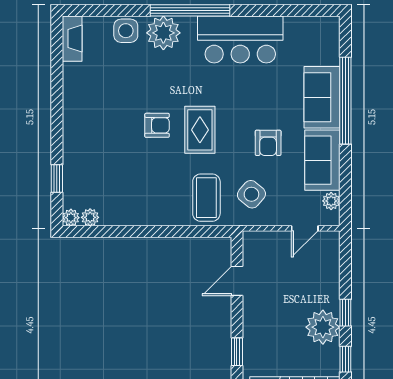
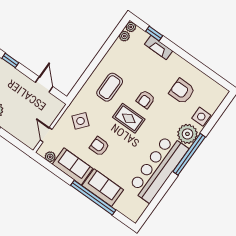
fireplace: (72, 39) -> (159, 48), moved
bar counter: (240, 39) -> (158, 168), width x1.36
armchair: (110, 83) -> (182, 91), added
coffee table: (206, 198) -> (110, 87), moved, turned 90

